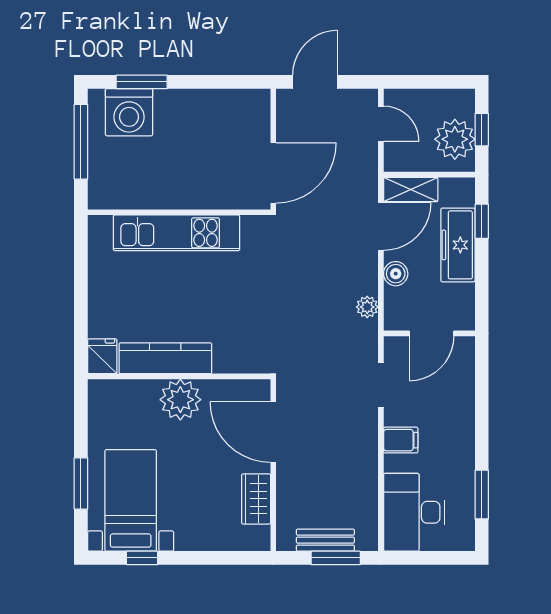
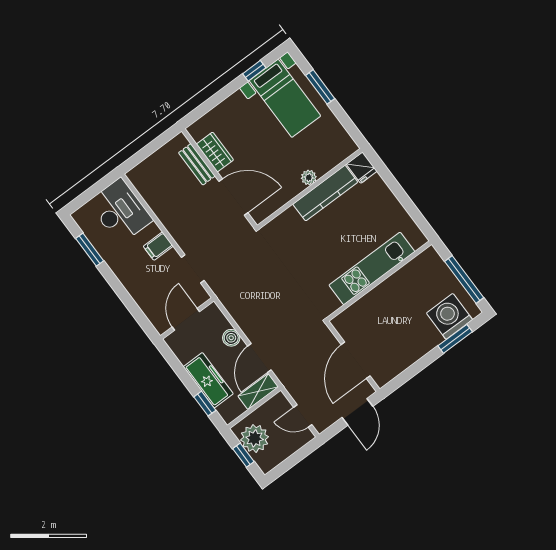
door: (273, 173) -> (356, 360), moved
plant: (367, 307) -> (233, 307), removed
plant: (180, 400) -> (309, 177), width x0.53, depth x0.53
bench: (325, 540) -> (197, 164), moved, turned 90
window: (336, 558) -> (145, 152), removed

